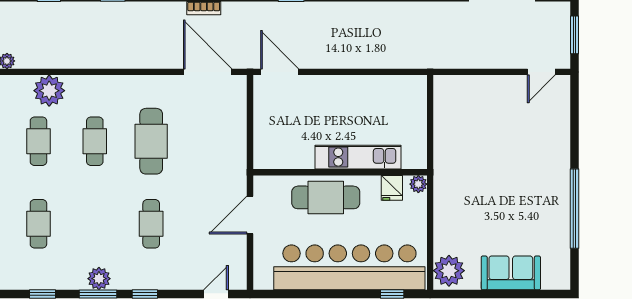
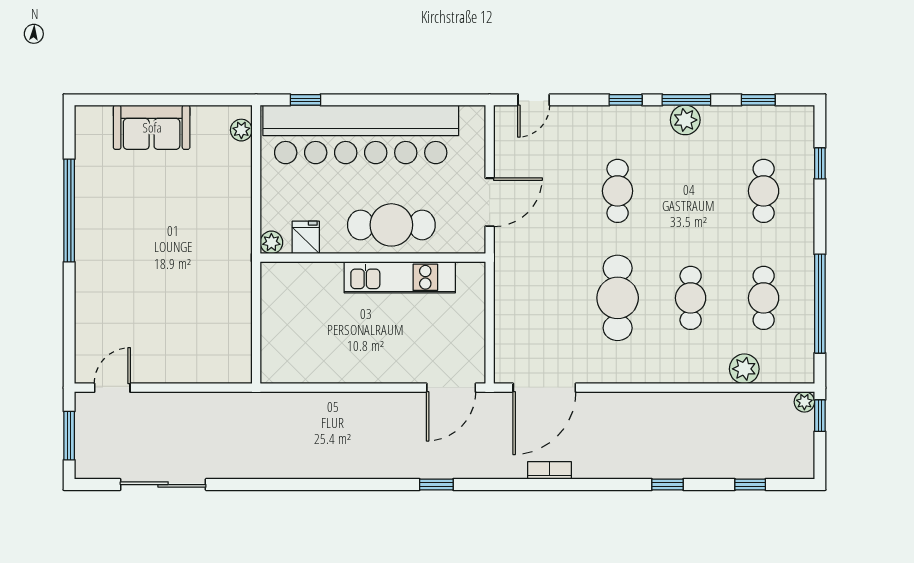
door: (208, 72) -> (544, 388), hinge flipped
door: (280, 72) -> (451, 388), hinge flipped
plant: (49, 91) -> (744, 369), width x0.73, depth x0.73
kitchen unit: (358, 157) -> (400, 277), moved
plant: (449, 271) -> (241, 130), width x0.53, depth x0.53

